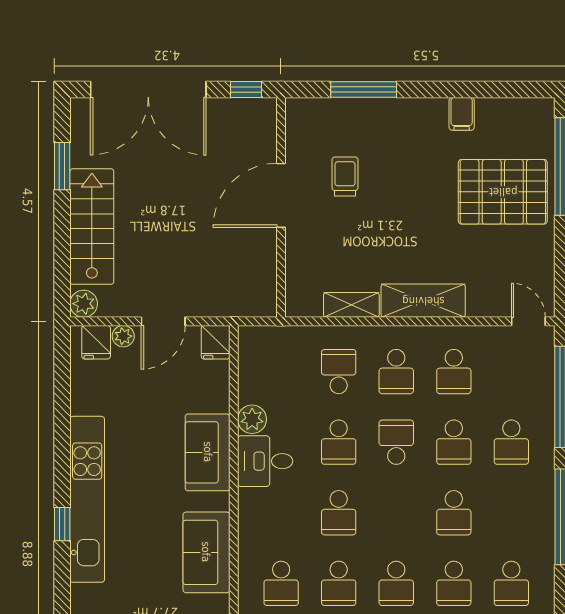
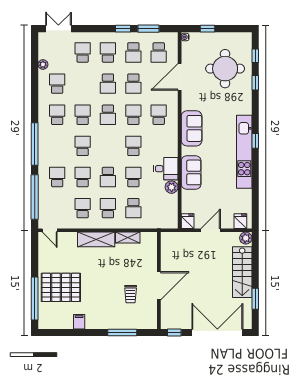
plant: (123, 336) -> (228, 224), removed
school desk: (396, 583) -> (108, 115), turned 180

